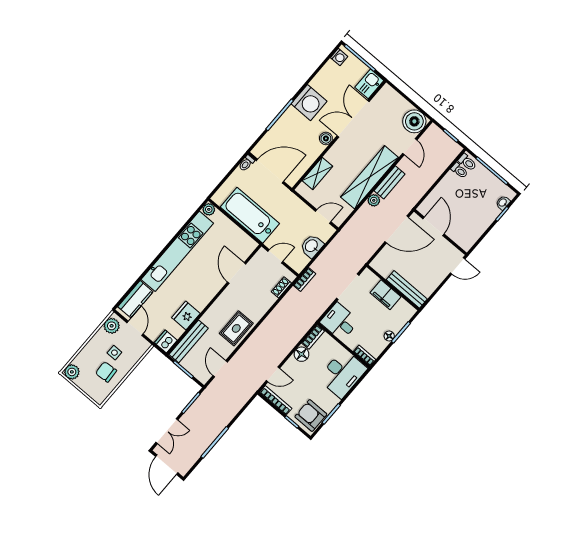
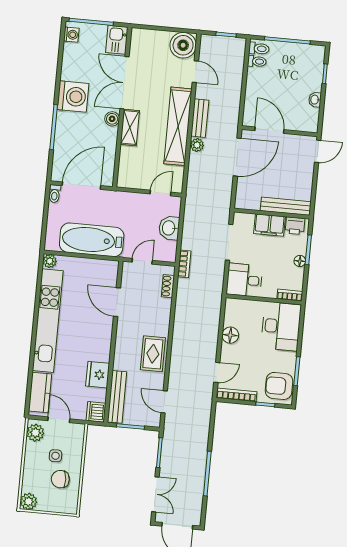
shelving: (317, 173) -> (130, 128), moved
washbasin: (503, 203) -> (315, 100), moved
printer: (404, 308) -> (295, 226), added
bookcase: (313, 337) -> (230, 312), removed

